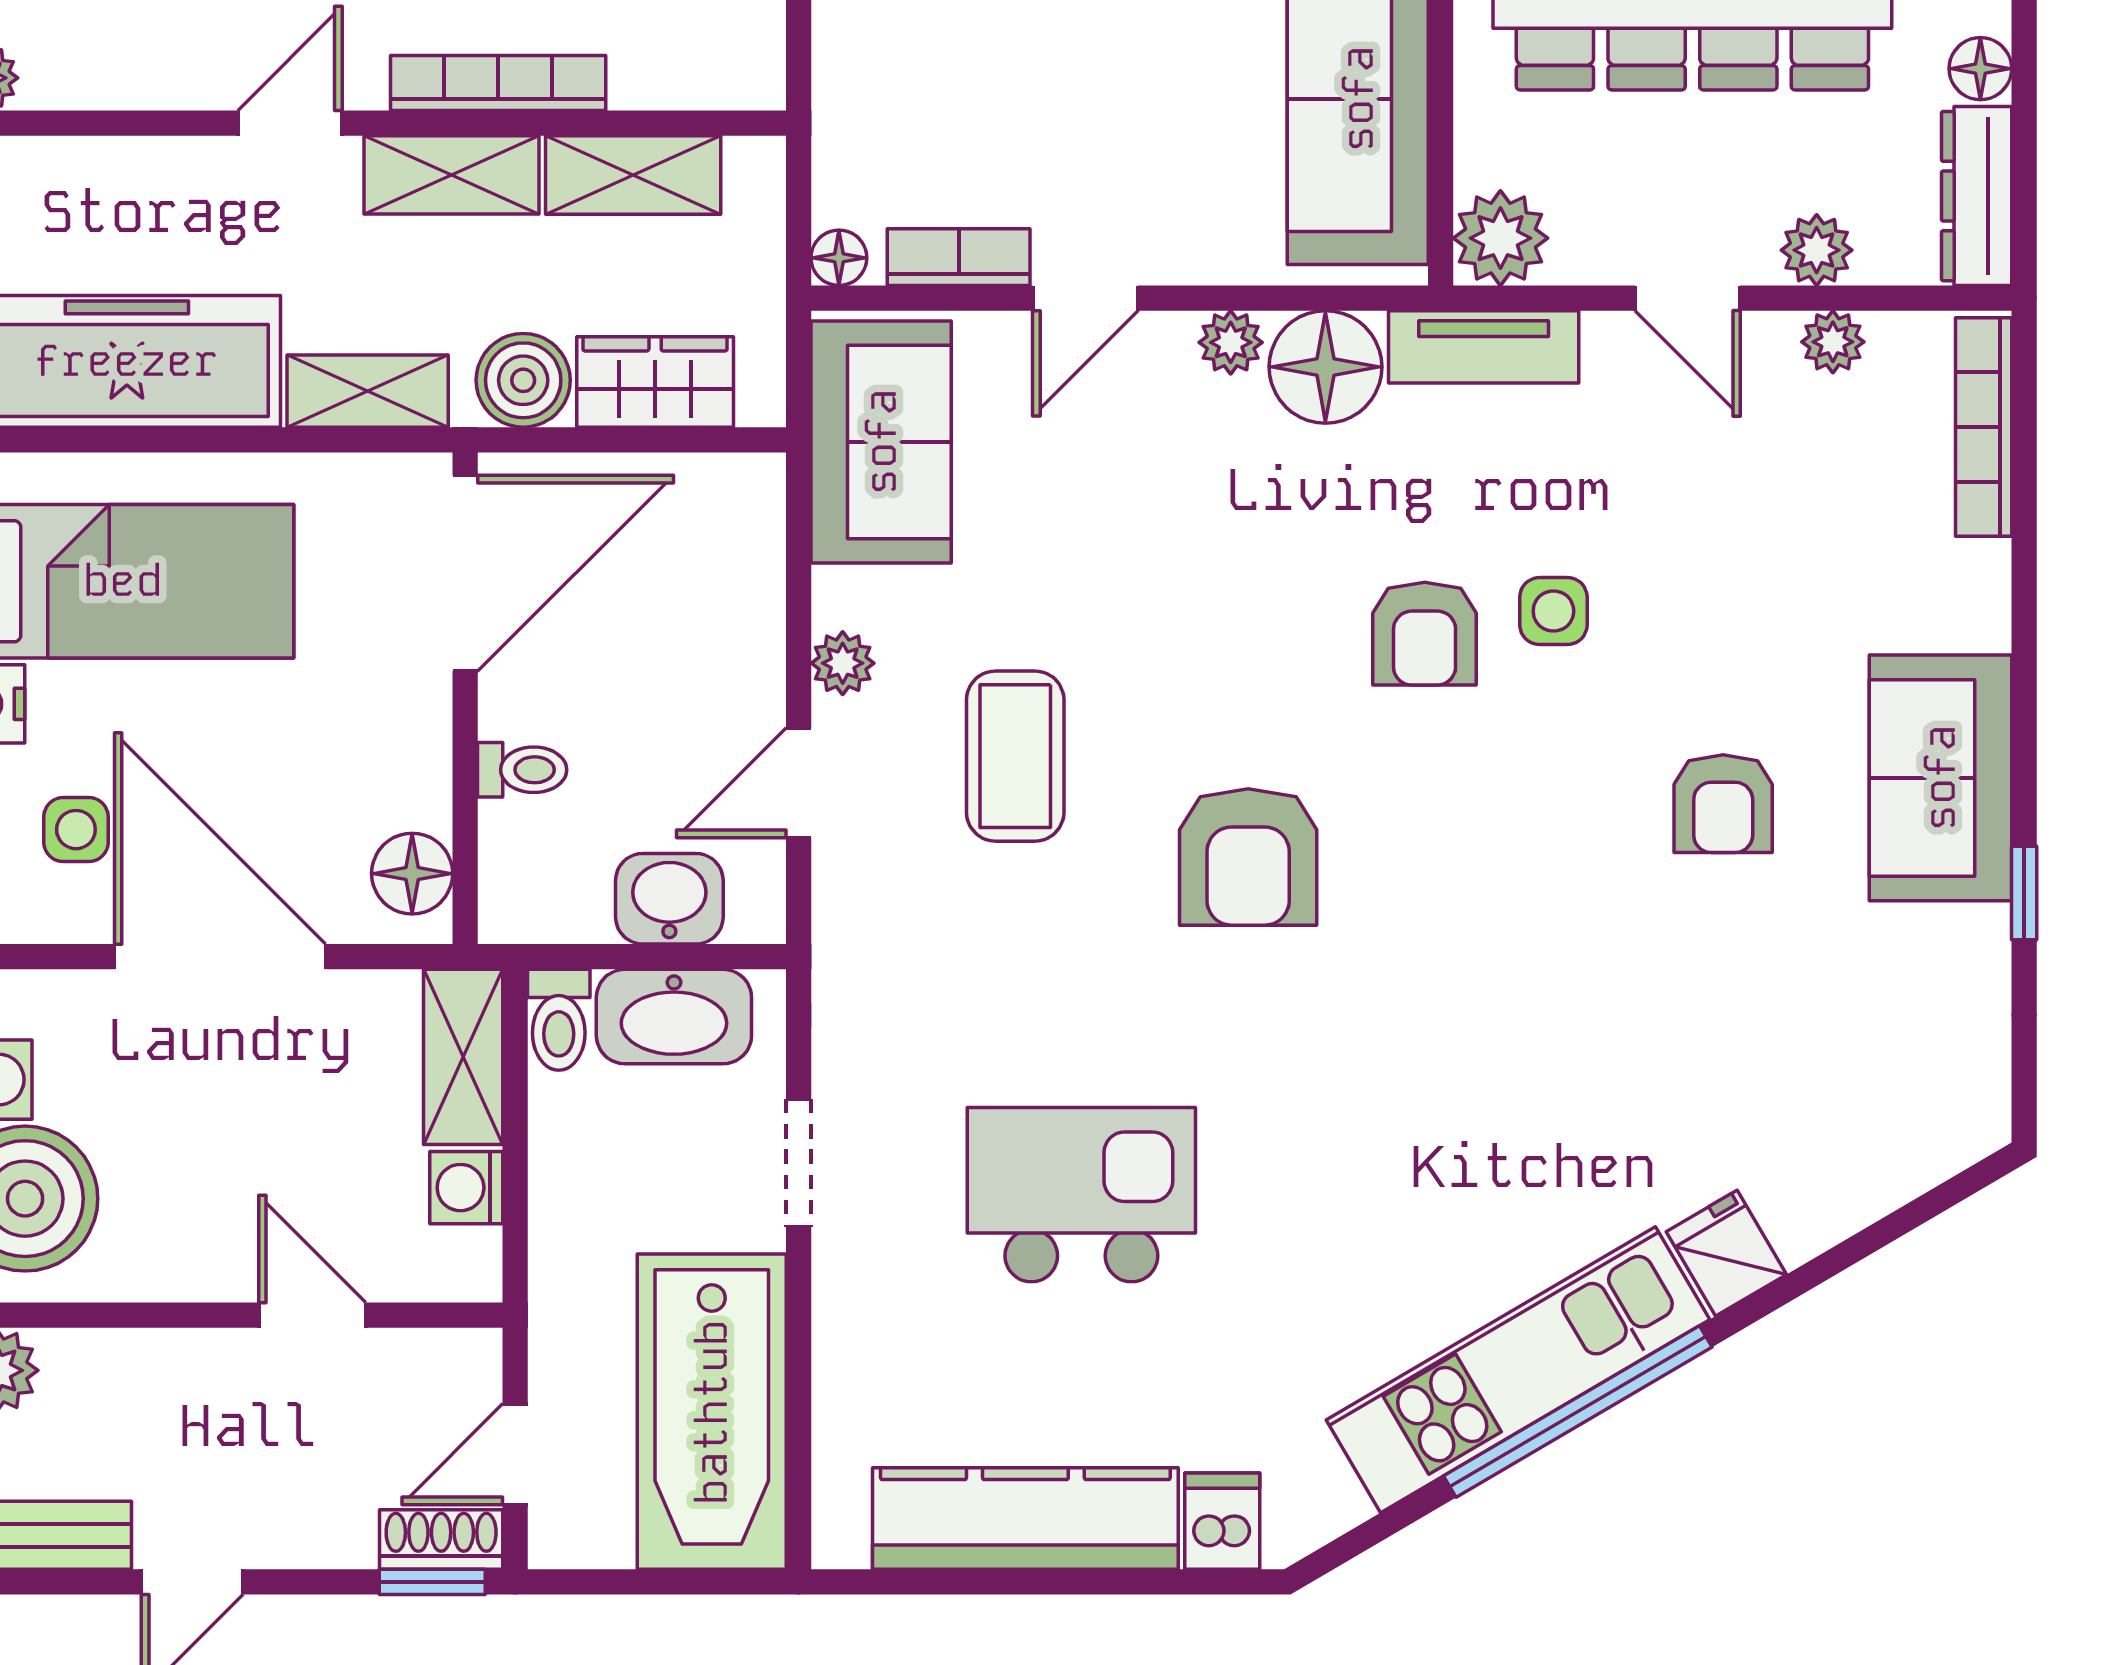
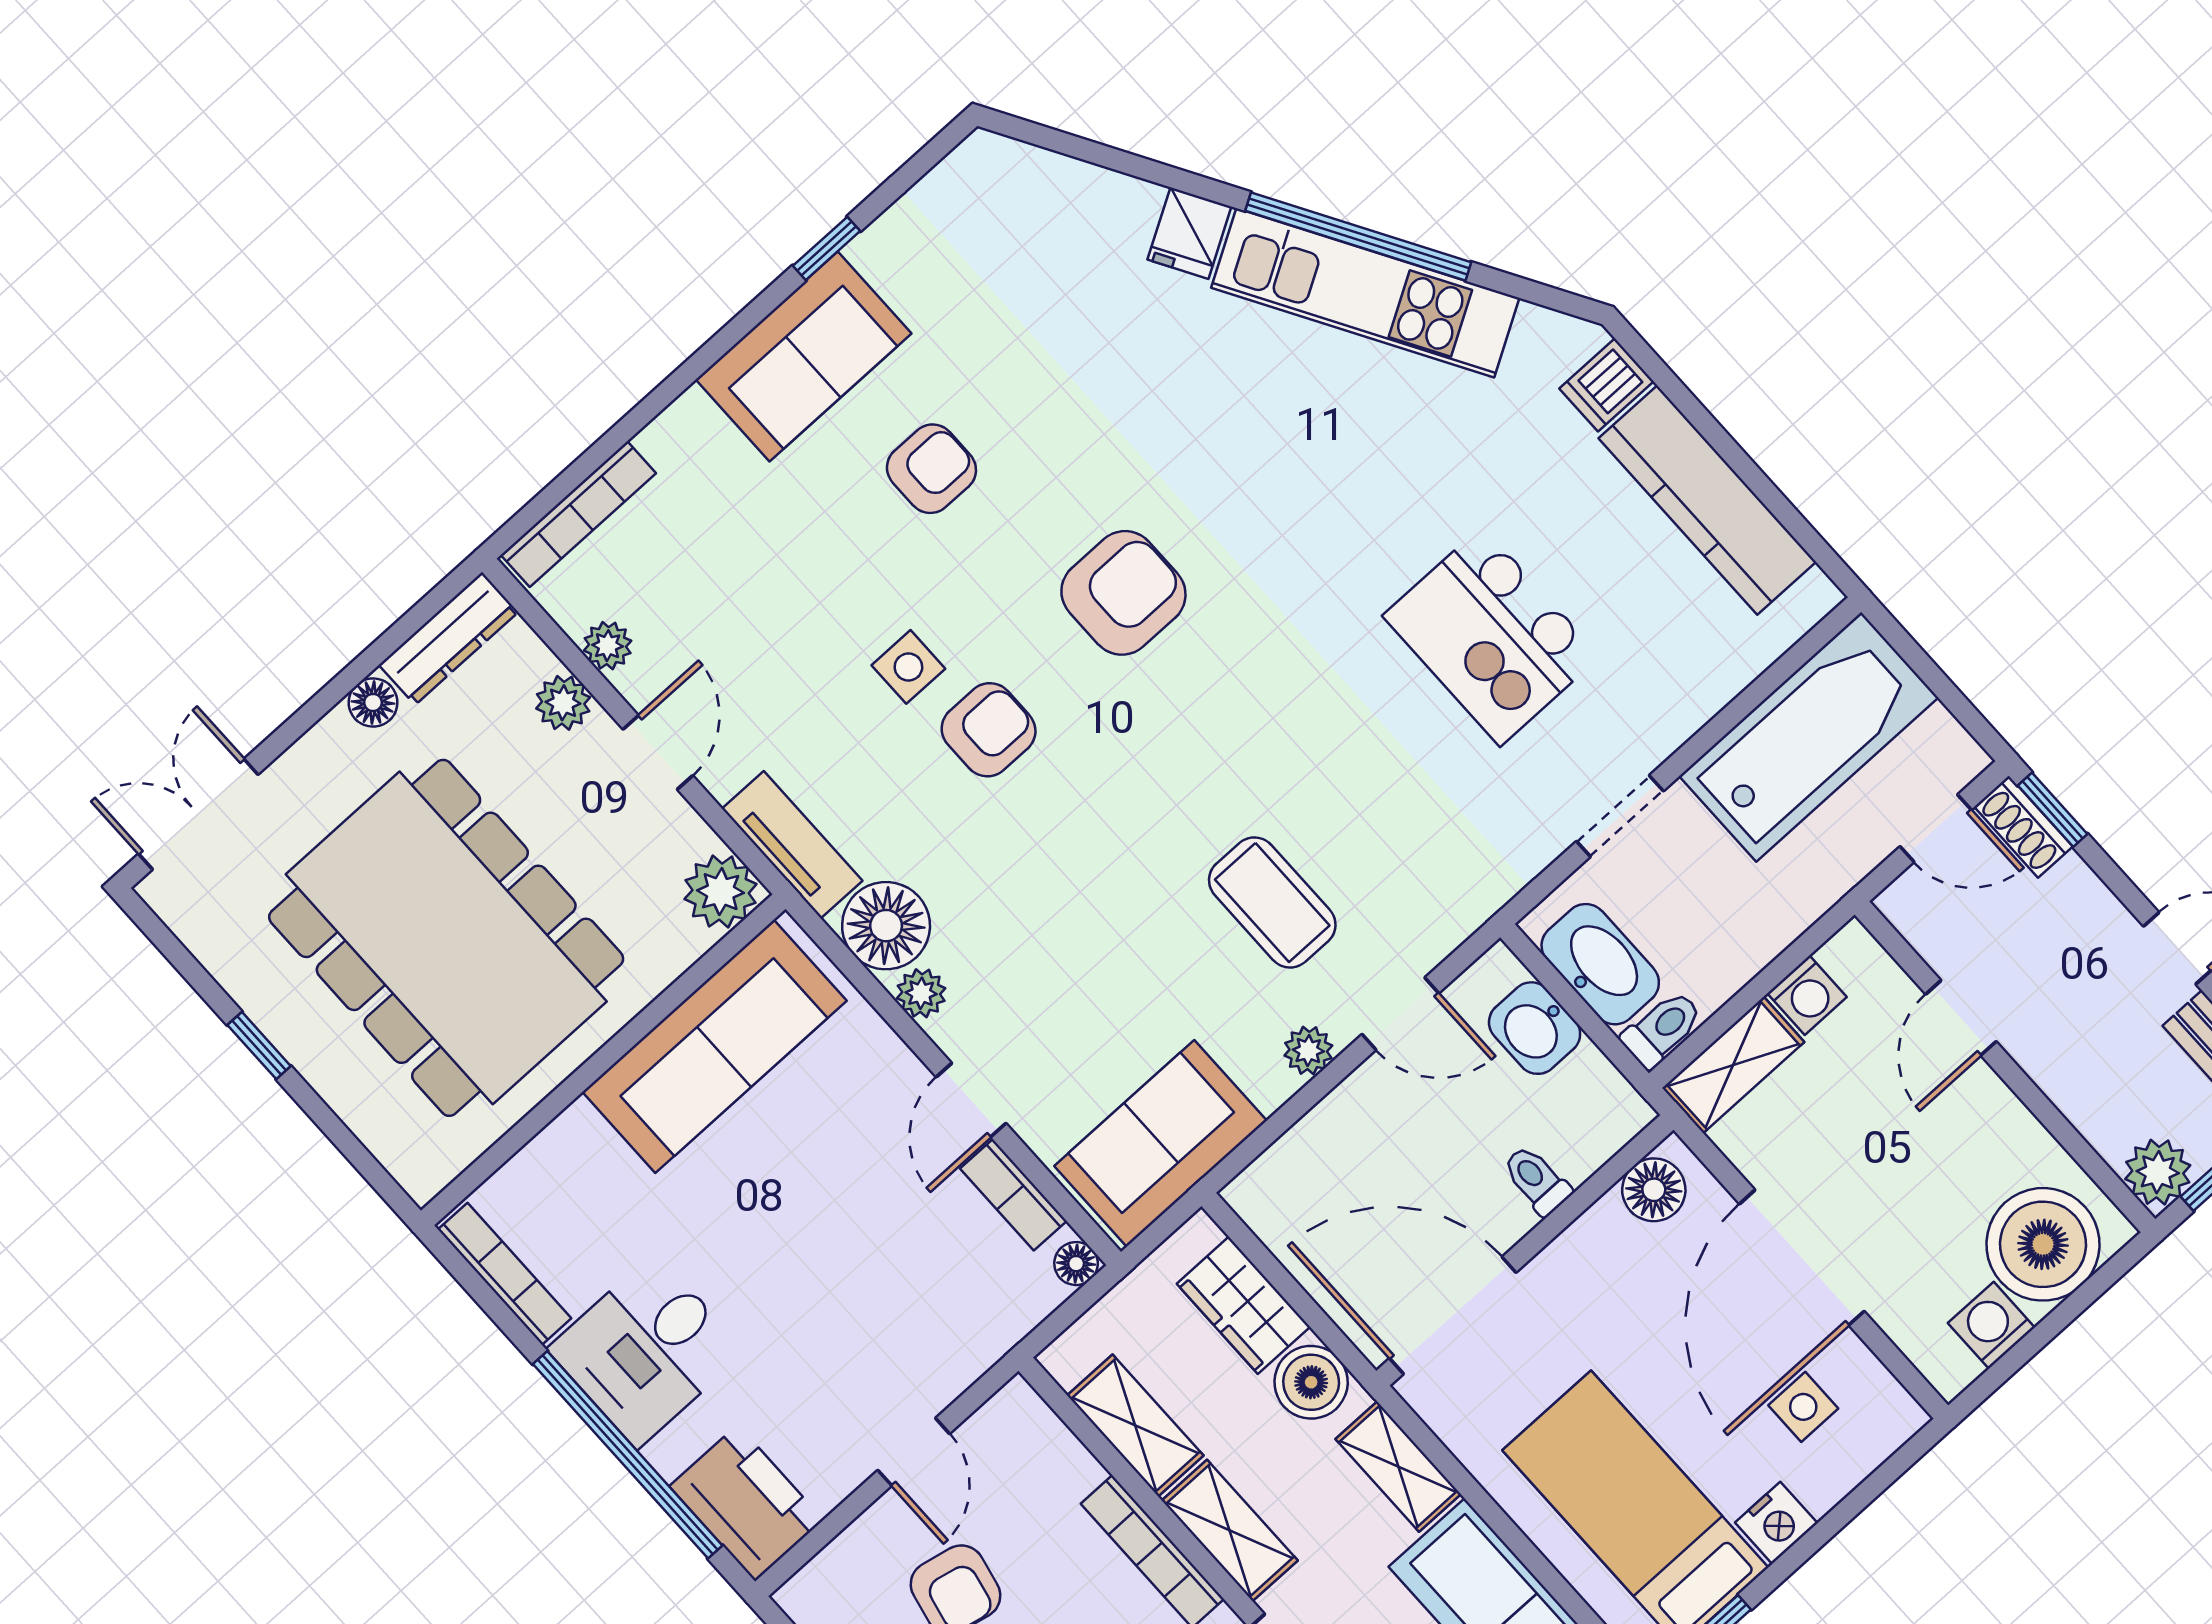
door: (1085, 298) -> (971, 1100), swing flipped
coffee table: (1015, 756) -> (1272, 902), turned 90
armchair: (1248, 857) -> (1123, 593), moved

